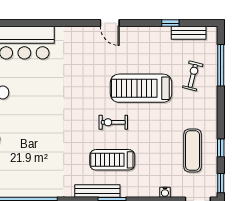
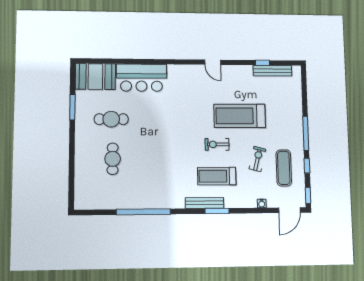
bench: (189, 33) -> (272, 71), width x1.36
window: (221, 65) -> (306, 133), moved
exercise bike: (193, 76) -> (257, 159), moved

